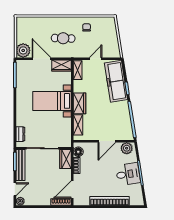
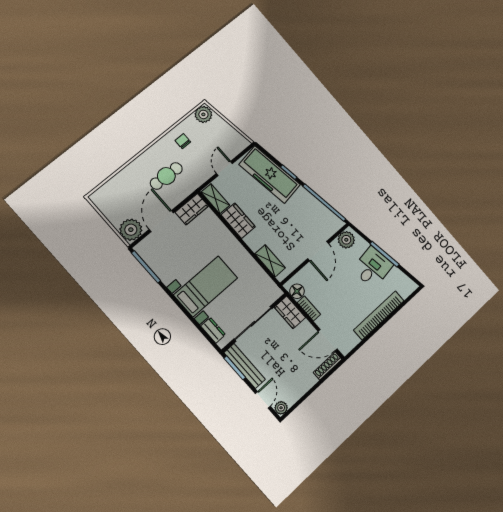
plant: (109, 22) -> (203, 114), added
door: (41, 59) -> (161, 221), hinge flipped
bed with nightstands: (52, 101) -> (206, 286), moved, turned 180
wardrobe: (79, 103) -> (238, 221), moved
door: (72, 190) -> (328, 340), hinge flipped

